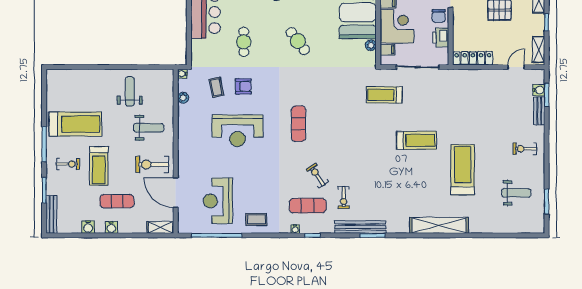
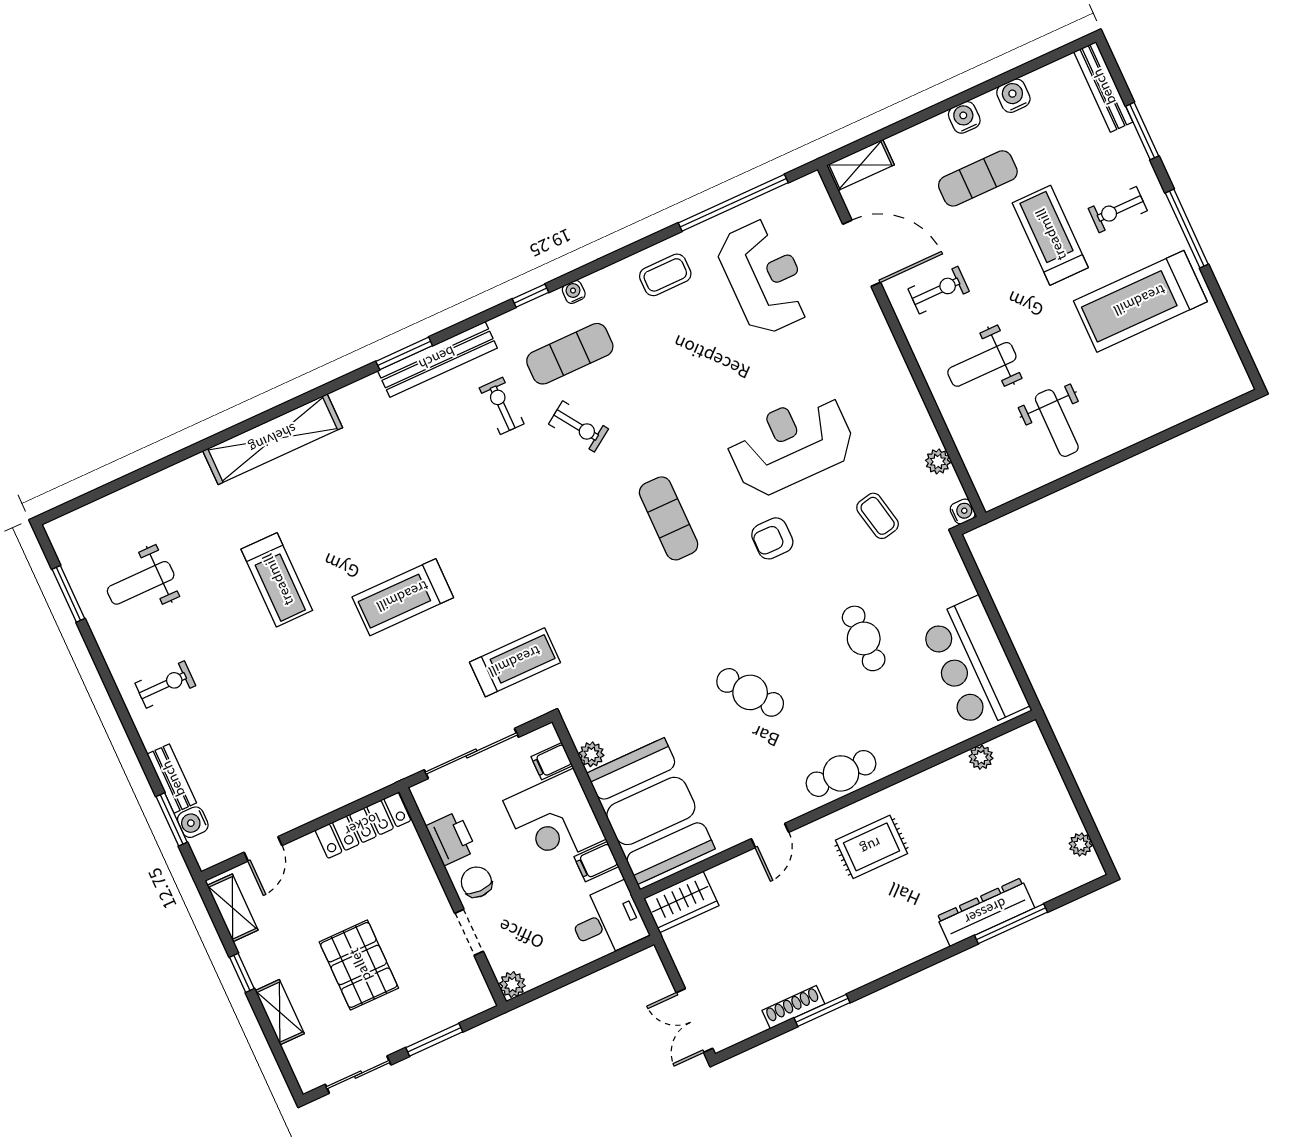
armchair: (243, 86) -> (772, 538), moved
exercise bike: (152, 165) -> (939, 290), width x0.73, depth x0.72
treadmill: (463, 170) -> (277, 580), width x0.73, depth x0.73

